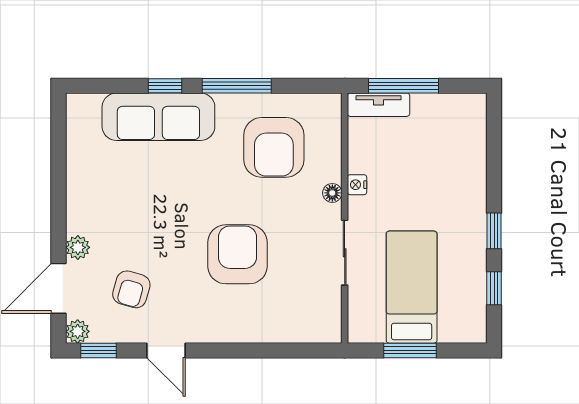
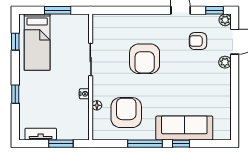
window: (404, 86) -> (61, 144), width x0.69
tv unit: (379, 105) -> (41, 134), moved
floor lamp: (332, 193) -> (97, 105), moved
window: (494, 231) -> (15, 94), moved
bed: (412, 287) -> (37, 42), moved
armchair: (131, 289) -> (198, 41), turned -106

